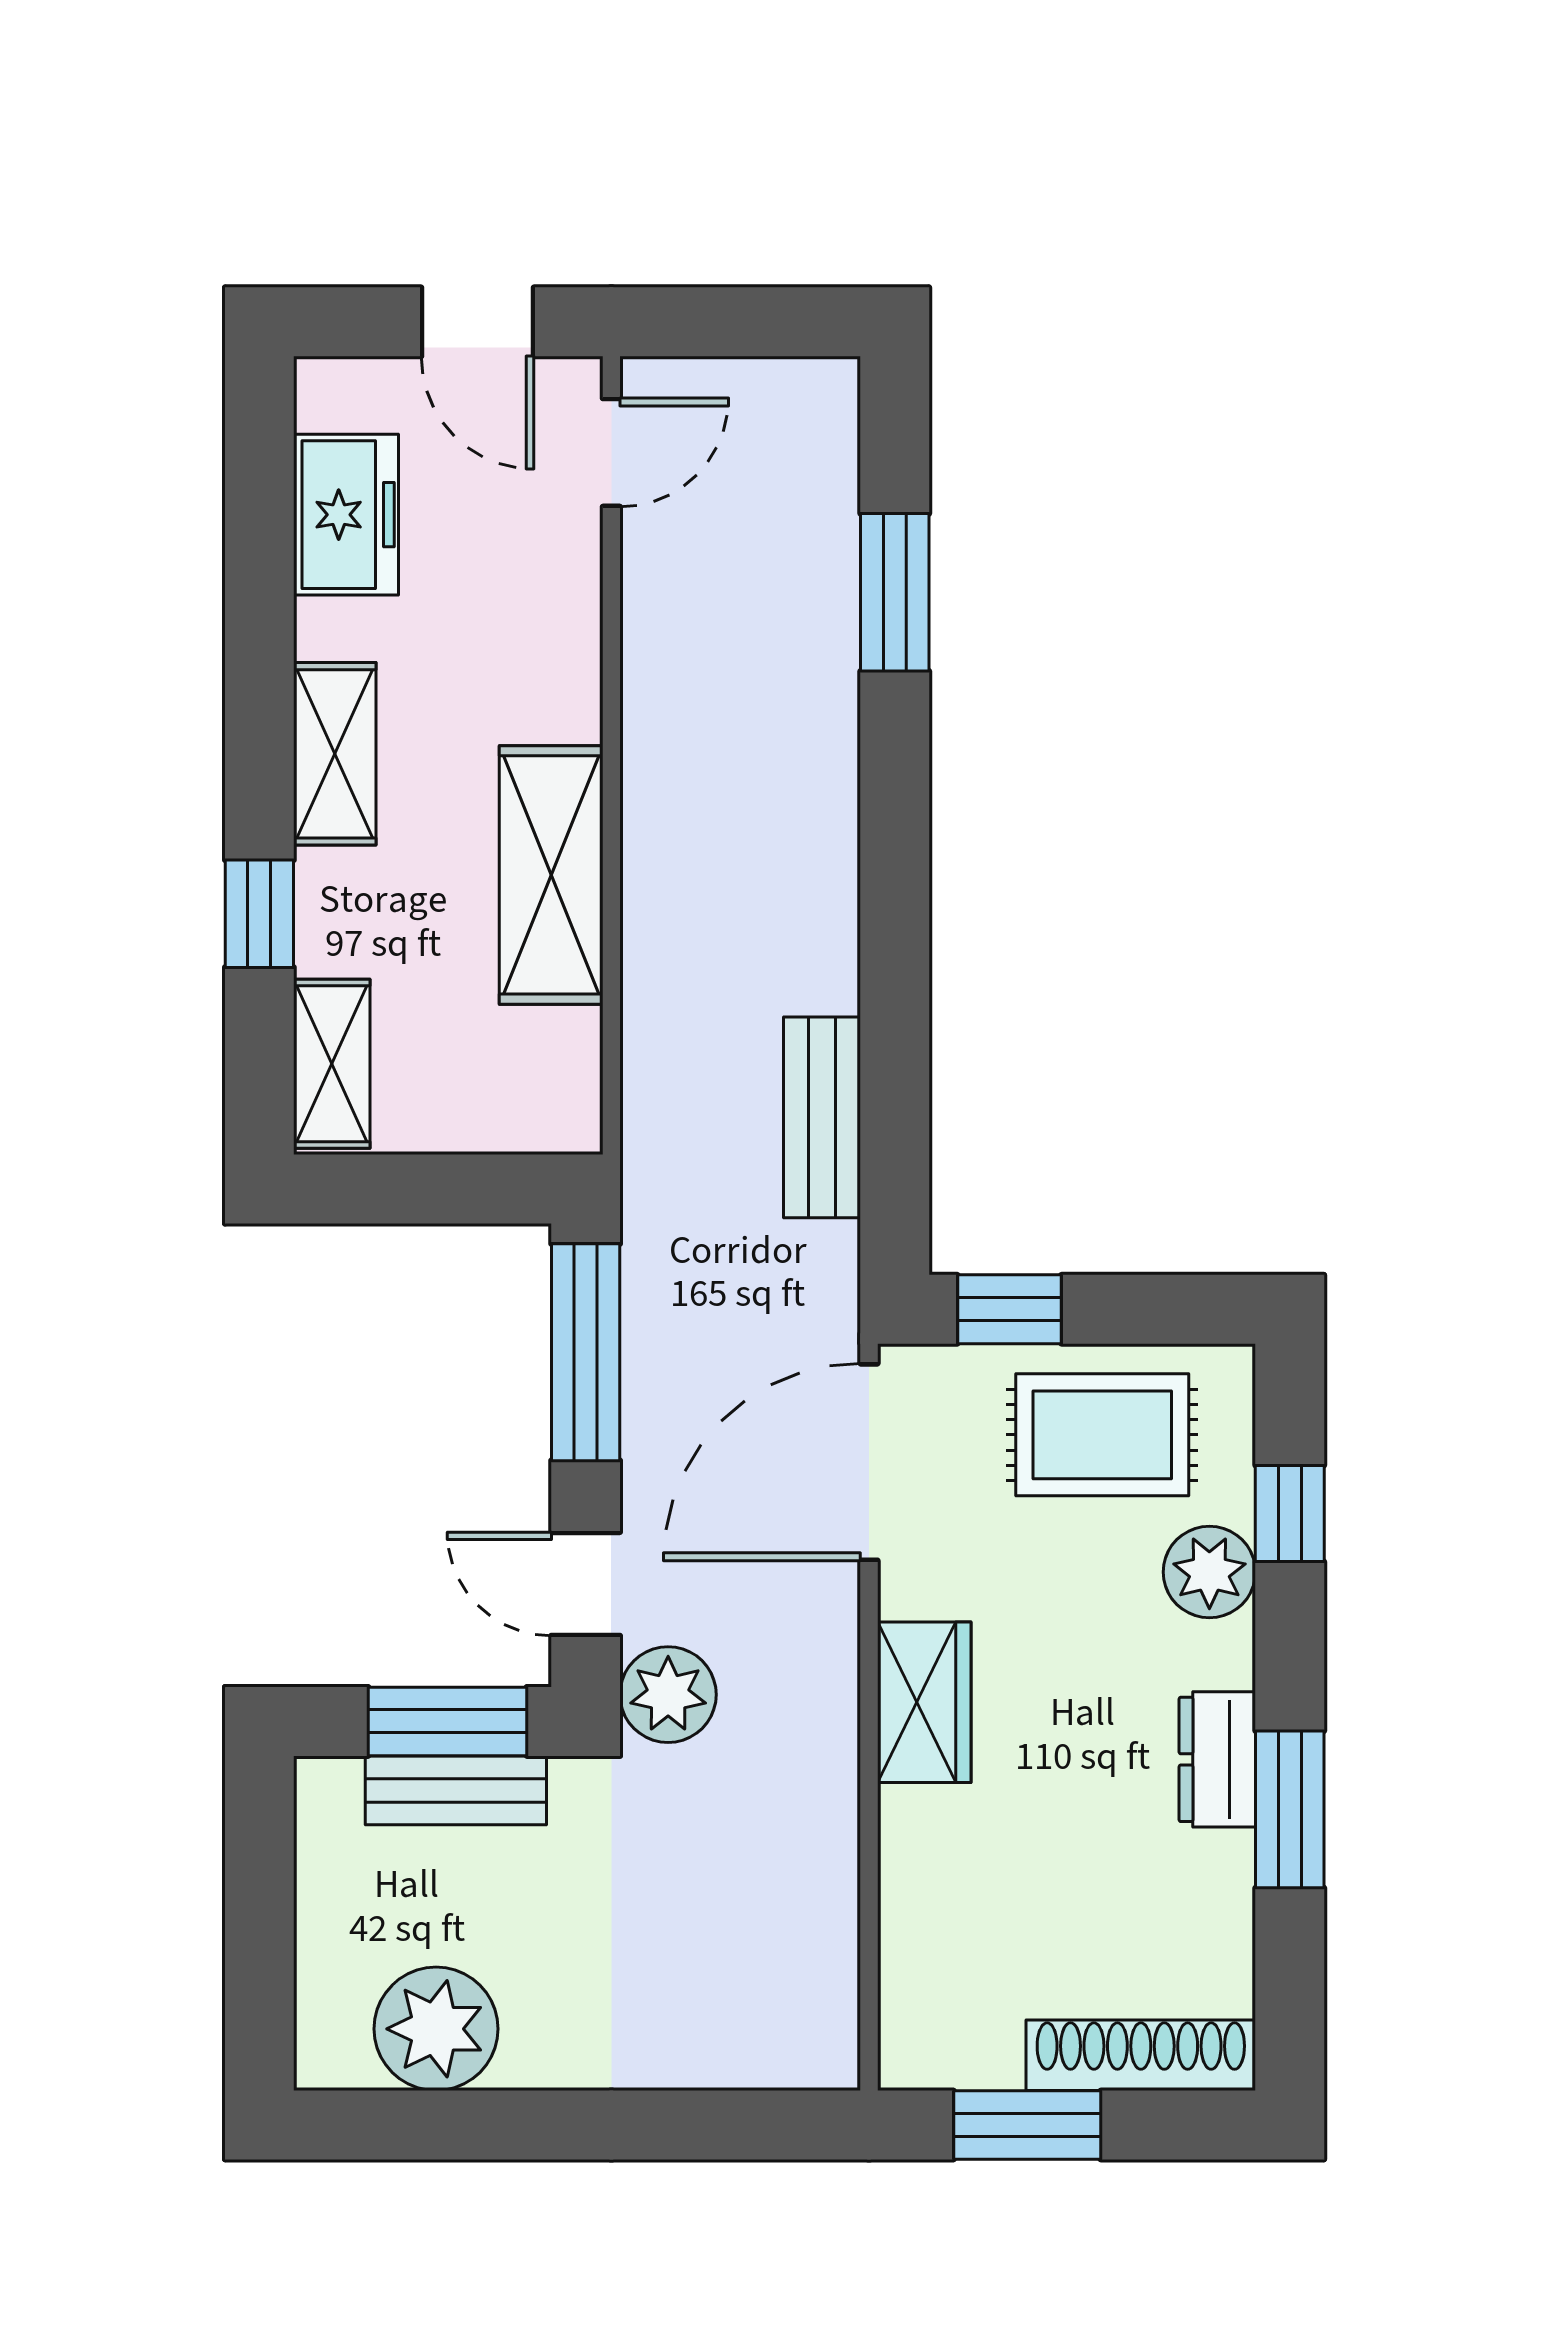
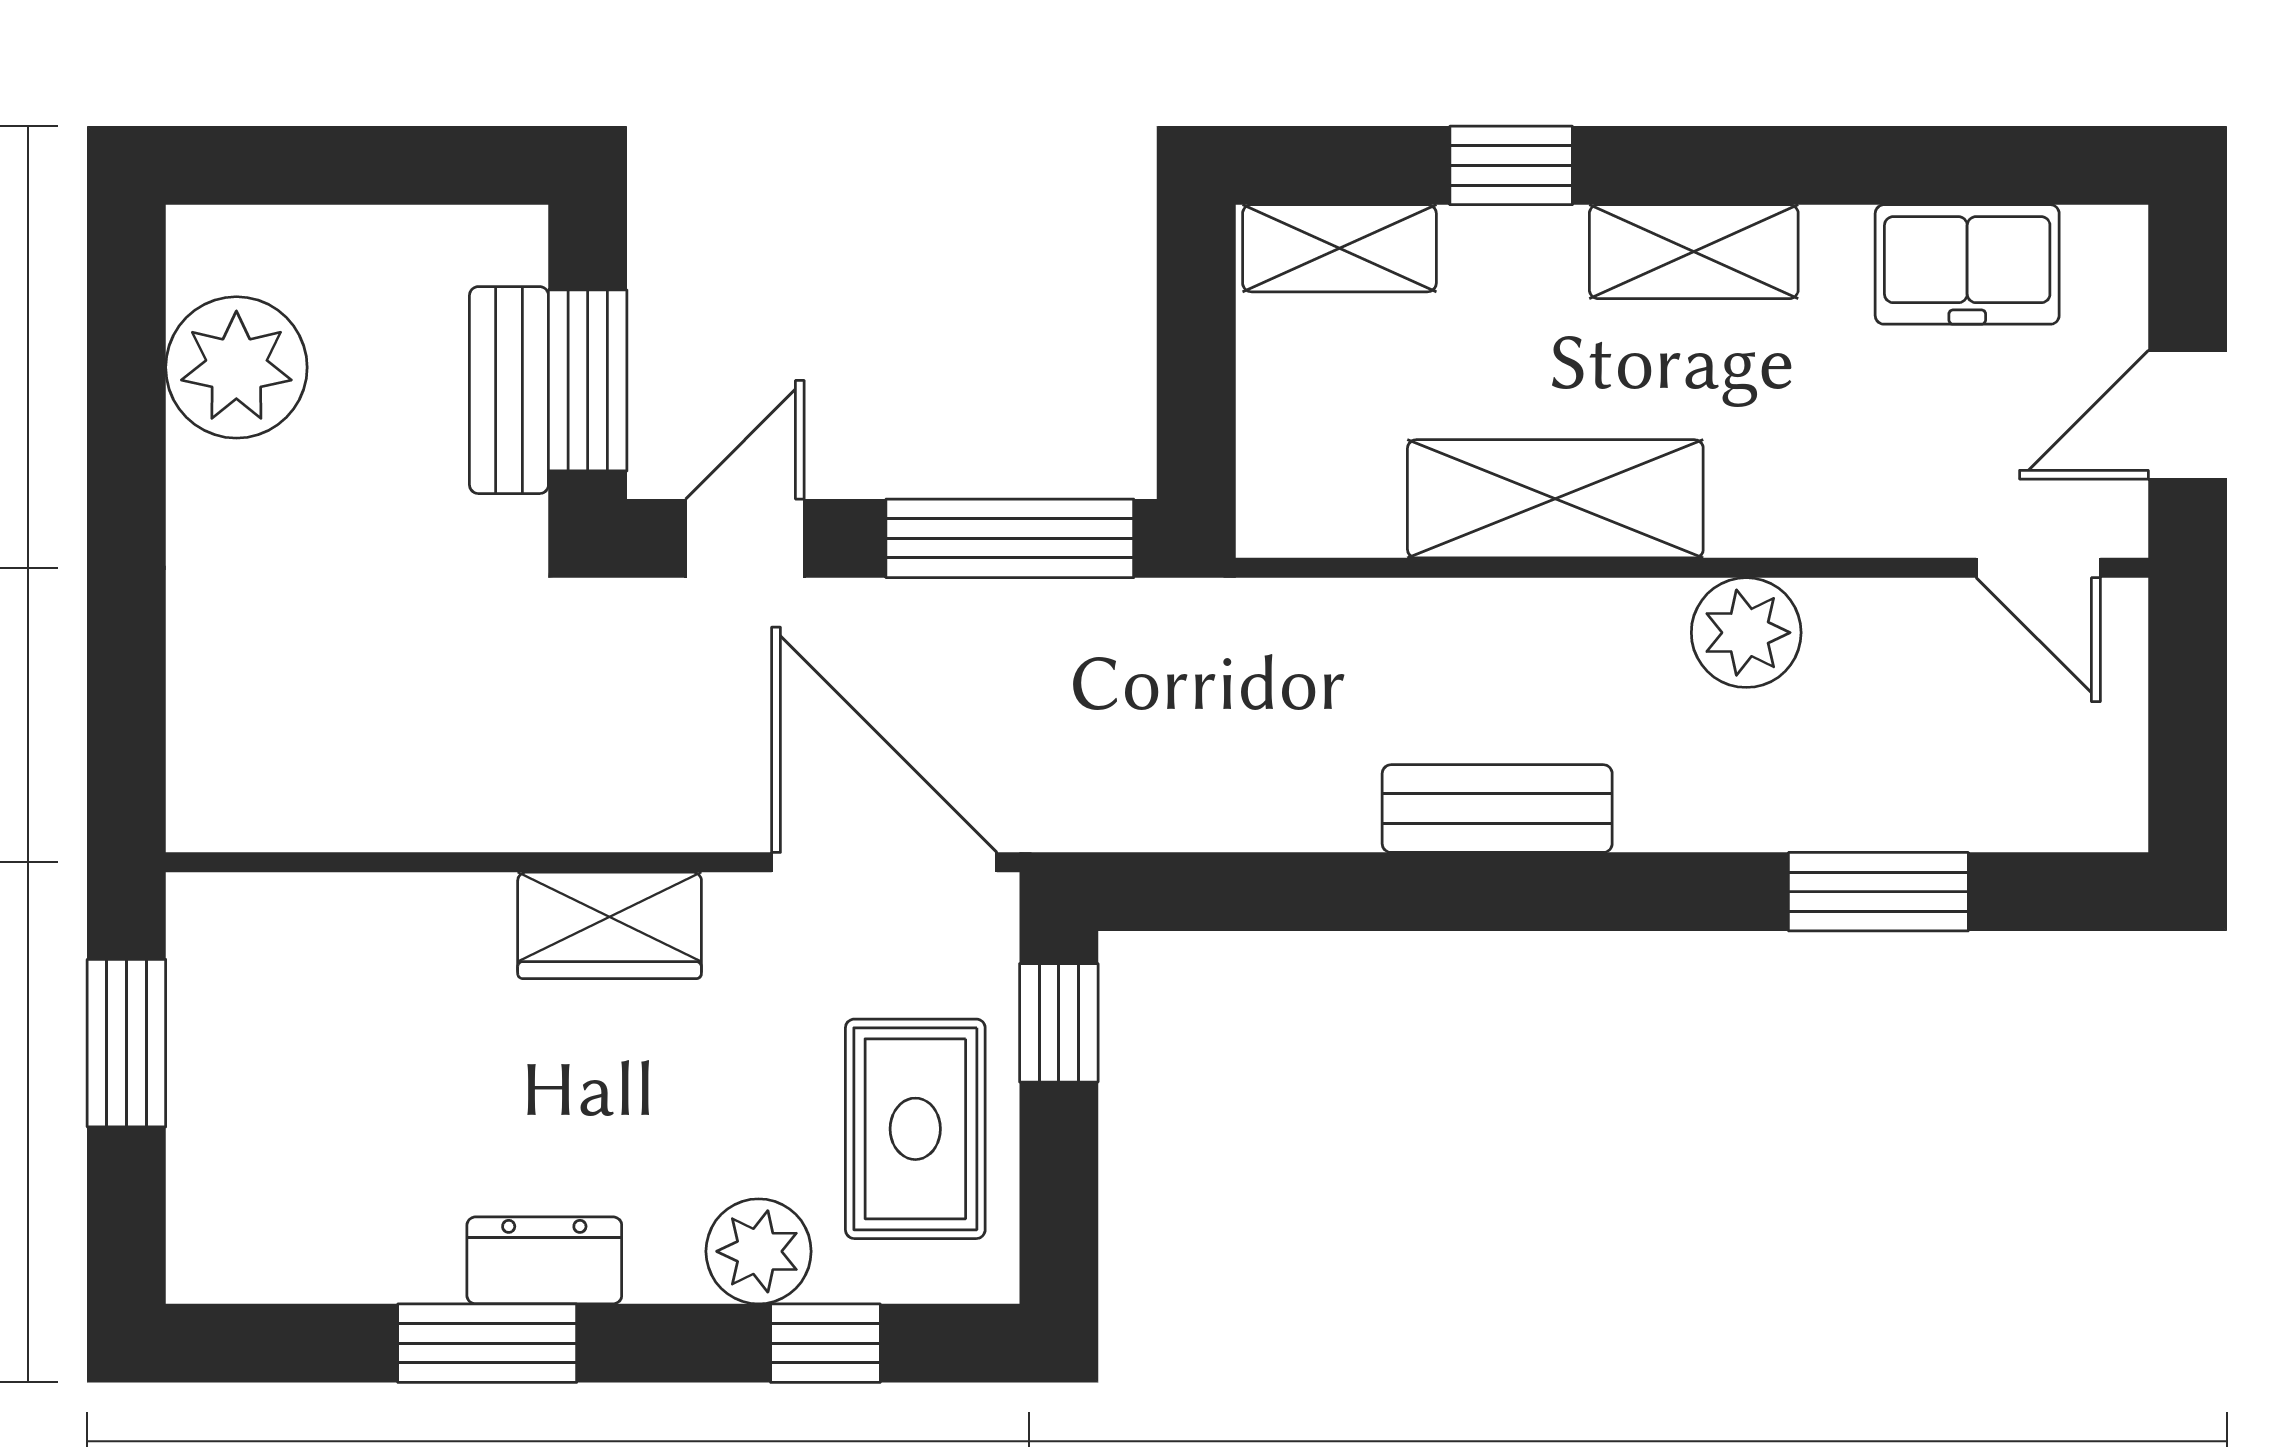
bench: (822, 1117) -> (1497, 809), moved
plant: (668, 1695) -> (1746, 633), moved
shoe rack: (1141, 2055) -> (206, 1173), removed

